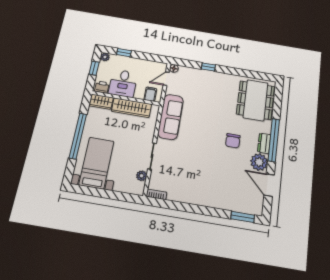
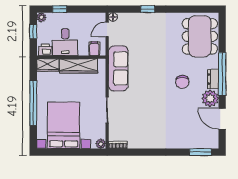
bed with nightstands: (96, 163) -> (64, 125), width x1.36
plant: (142, 176) -> (101, 144), moved

